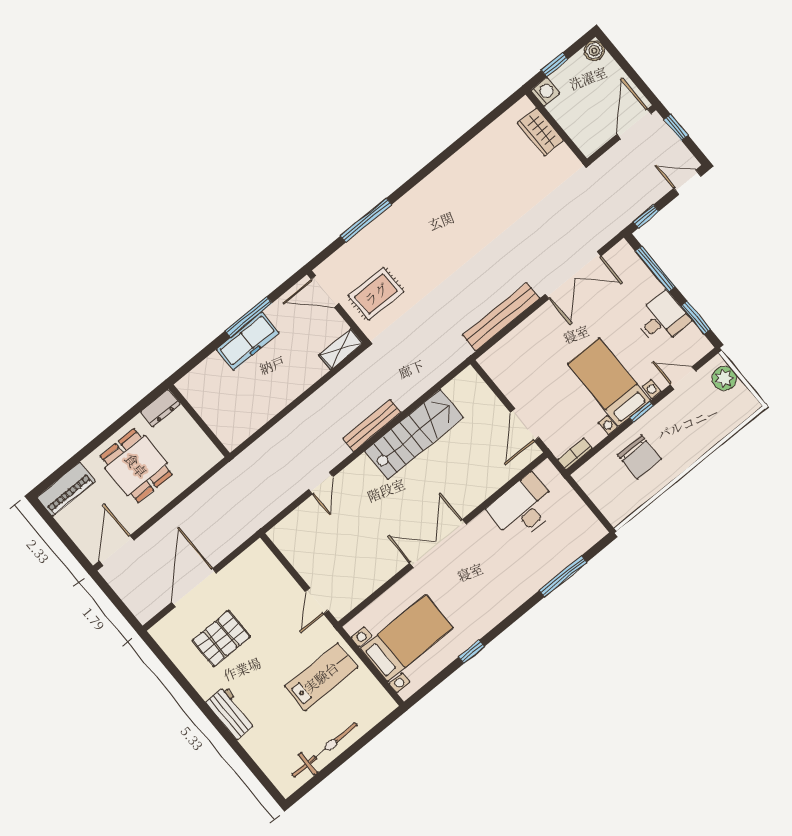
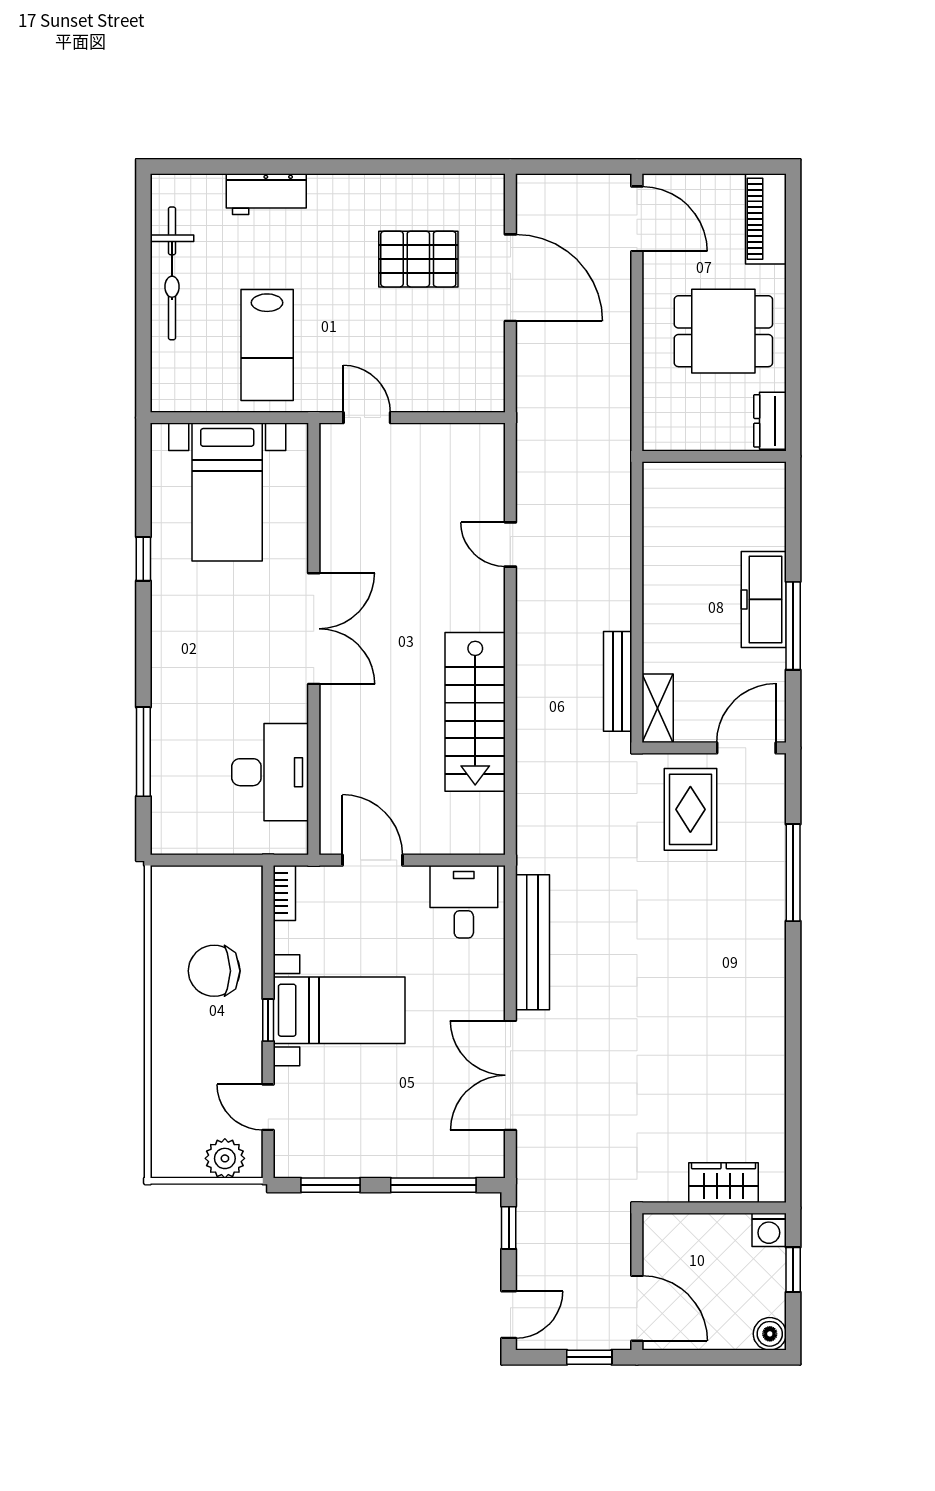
desk: (662, 319) -> (464, 902), moved, turned 180
door: (683, 378) -> (268, 1107), swing flipped
bench: (372, 425) -> (618, 681), moved
pallet: (221, 639) -> (418, 259), turned 90
workbench: (231, 713) -> (266, 194), moved

